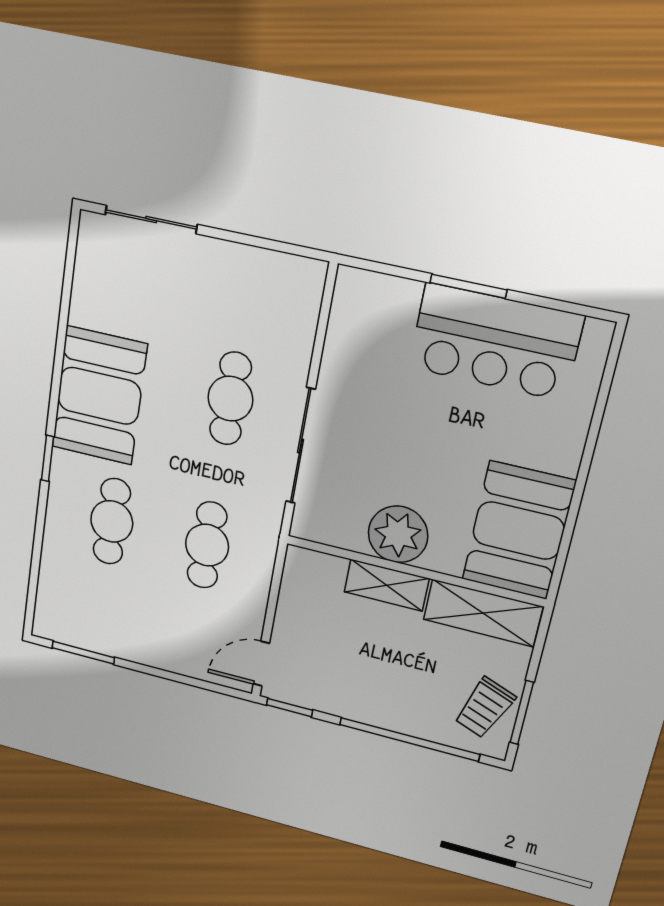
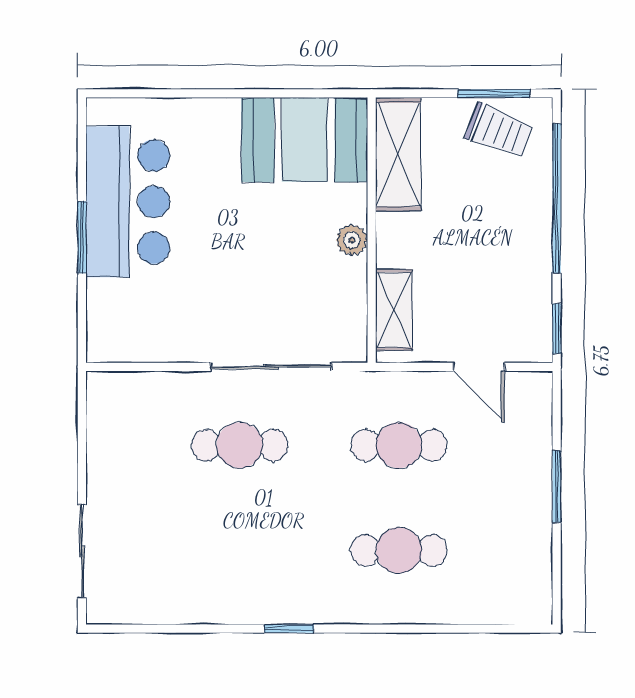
booth: (99, 396) -> (268, 581), removed
window: (48, 458) -> (289, 629), moved
plant: (398, 534) -> (352, 240), width x0.53, depth x0.53
shelving: (387, 585) -> (394, 310), moved
window: (83, 653) -> (557, 486), moved
door: (261, 664) -> (479, 367), moved

